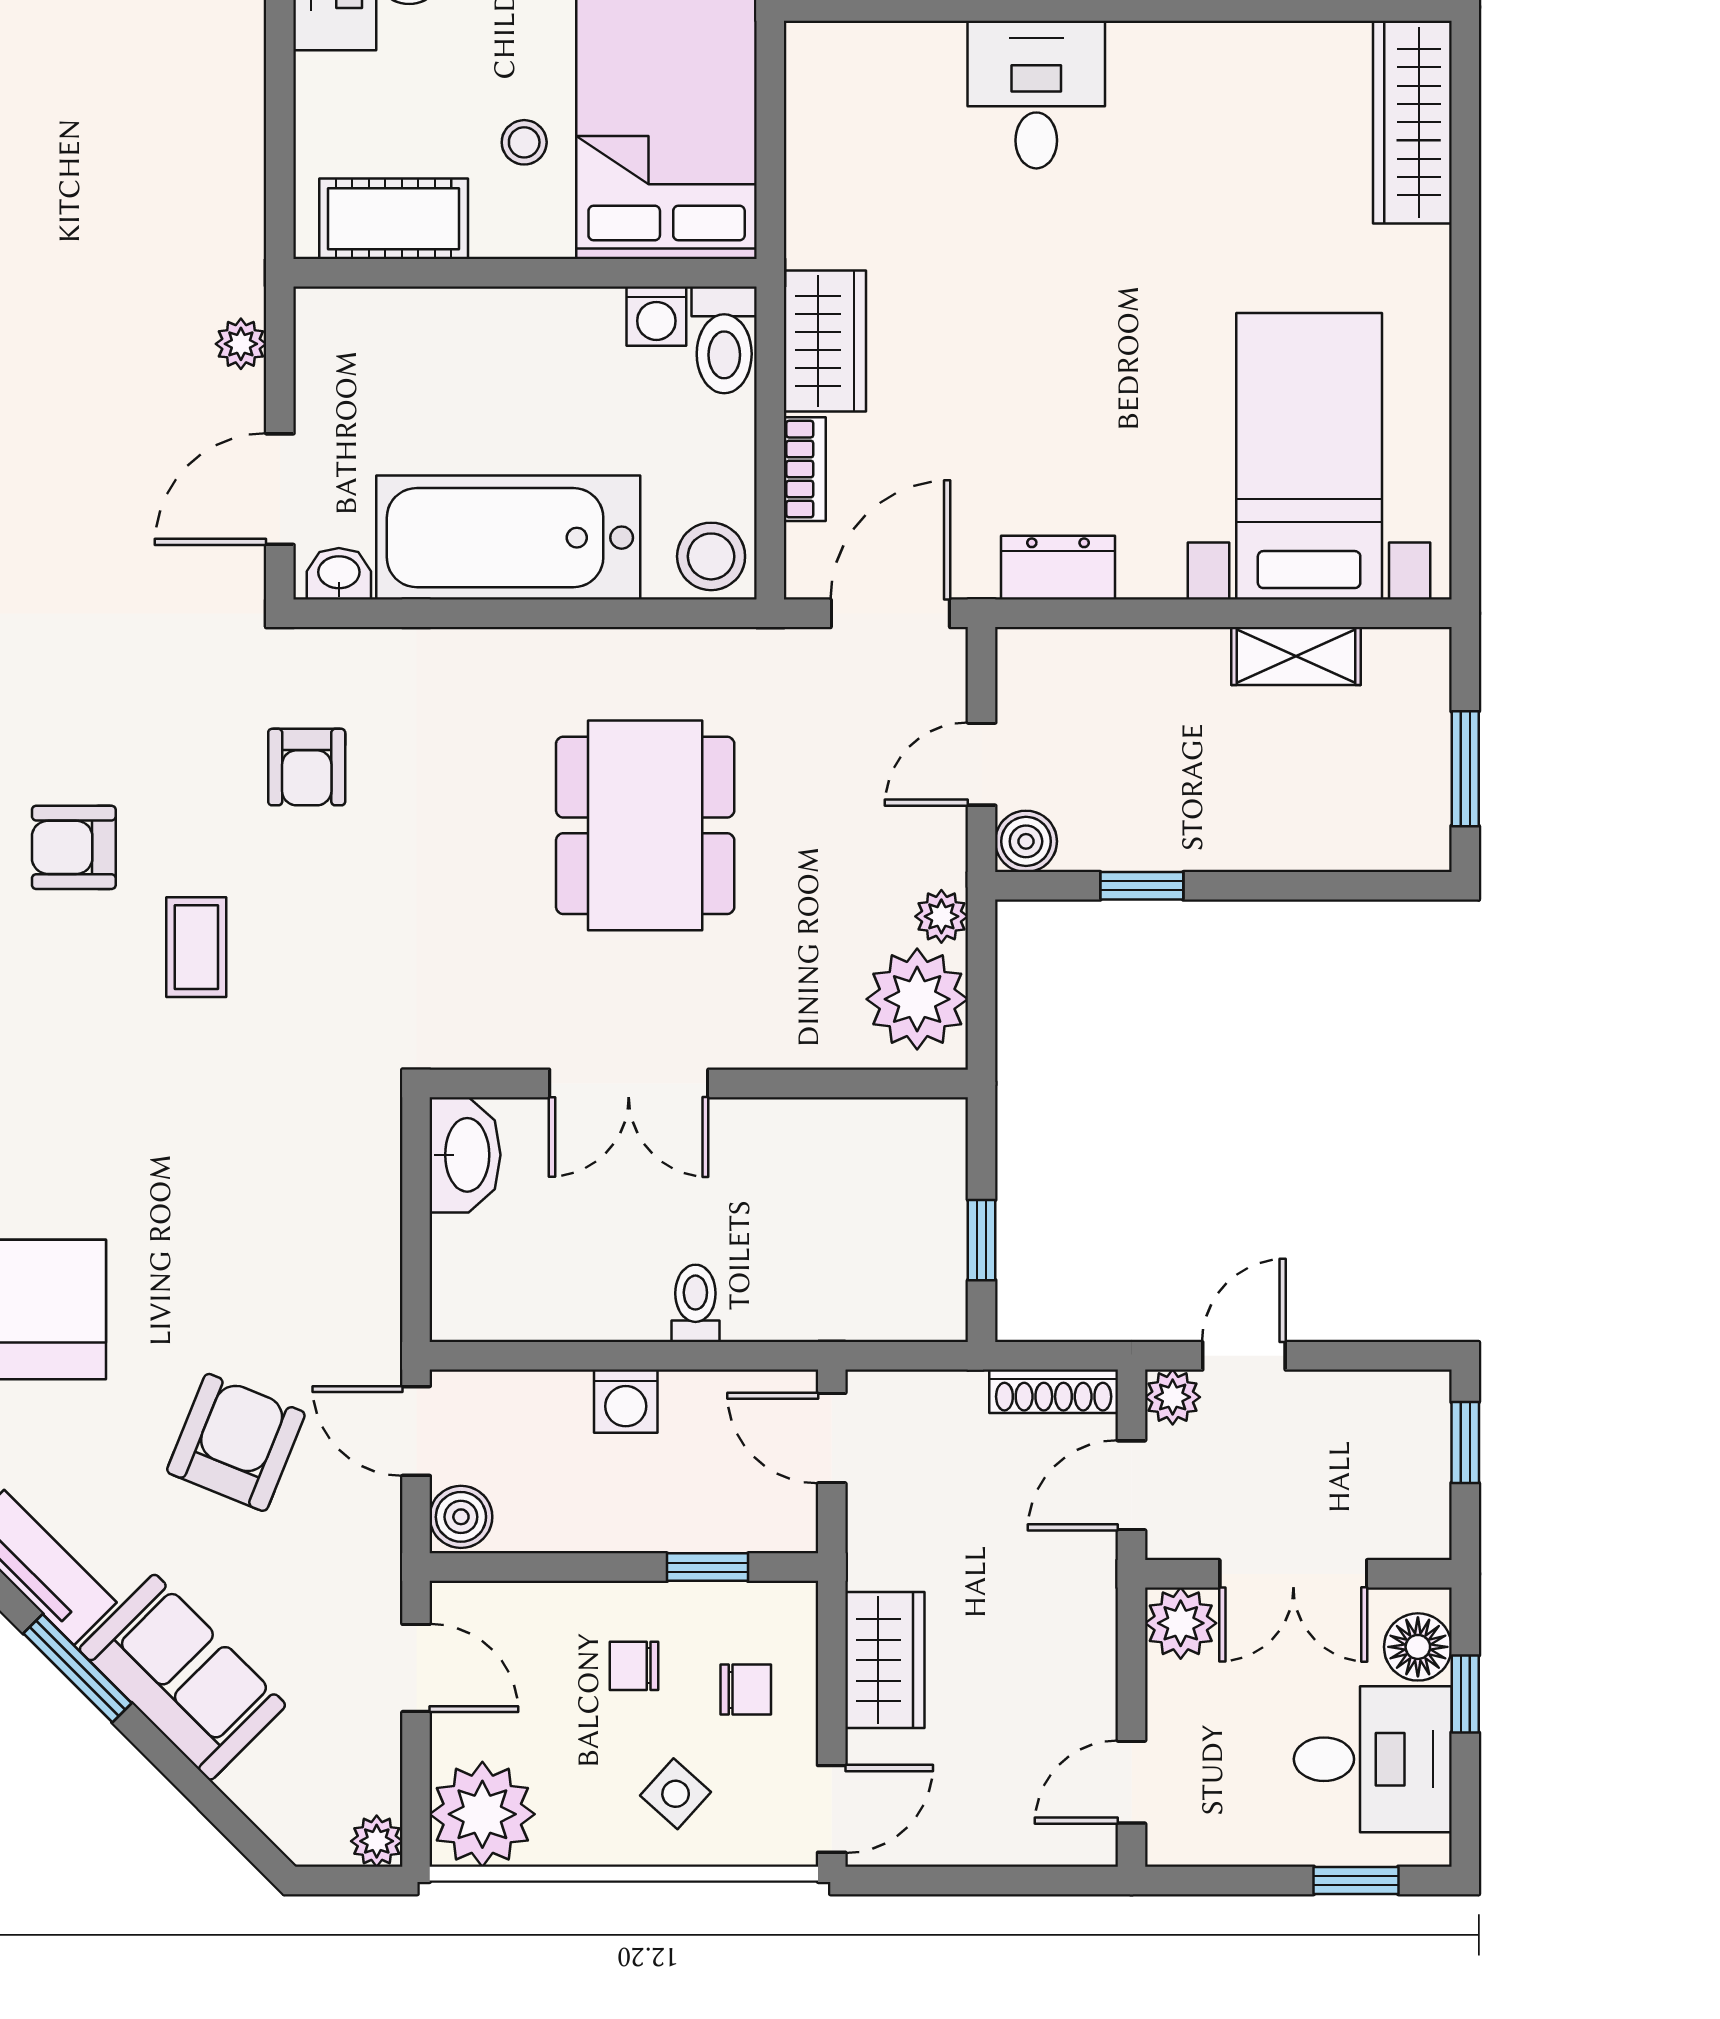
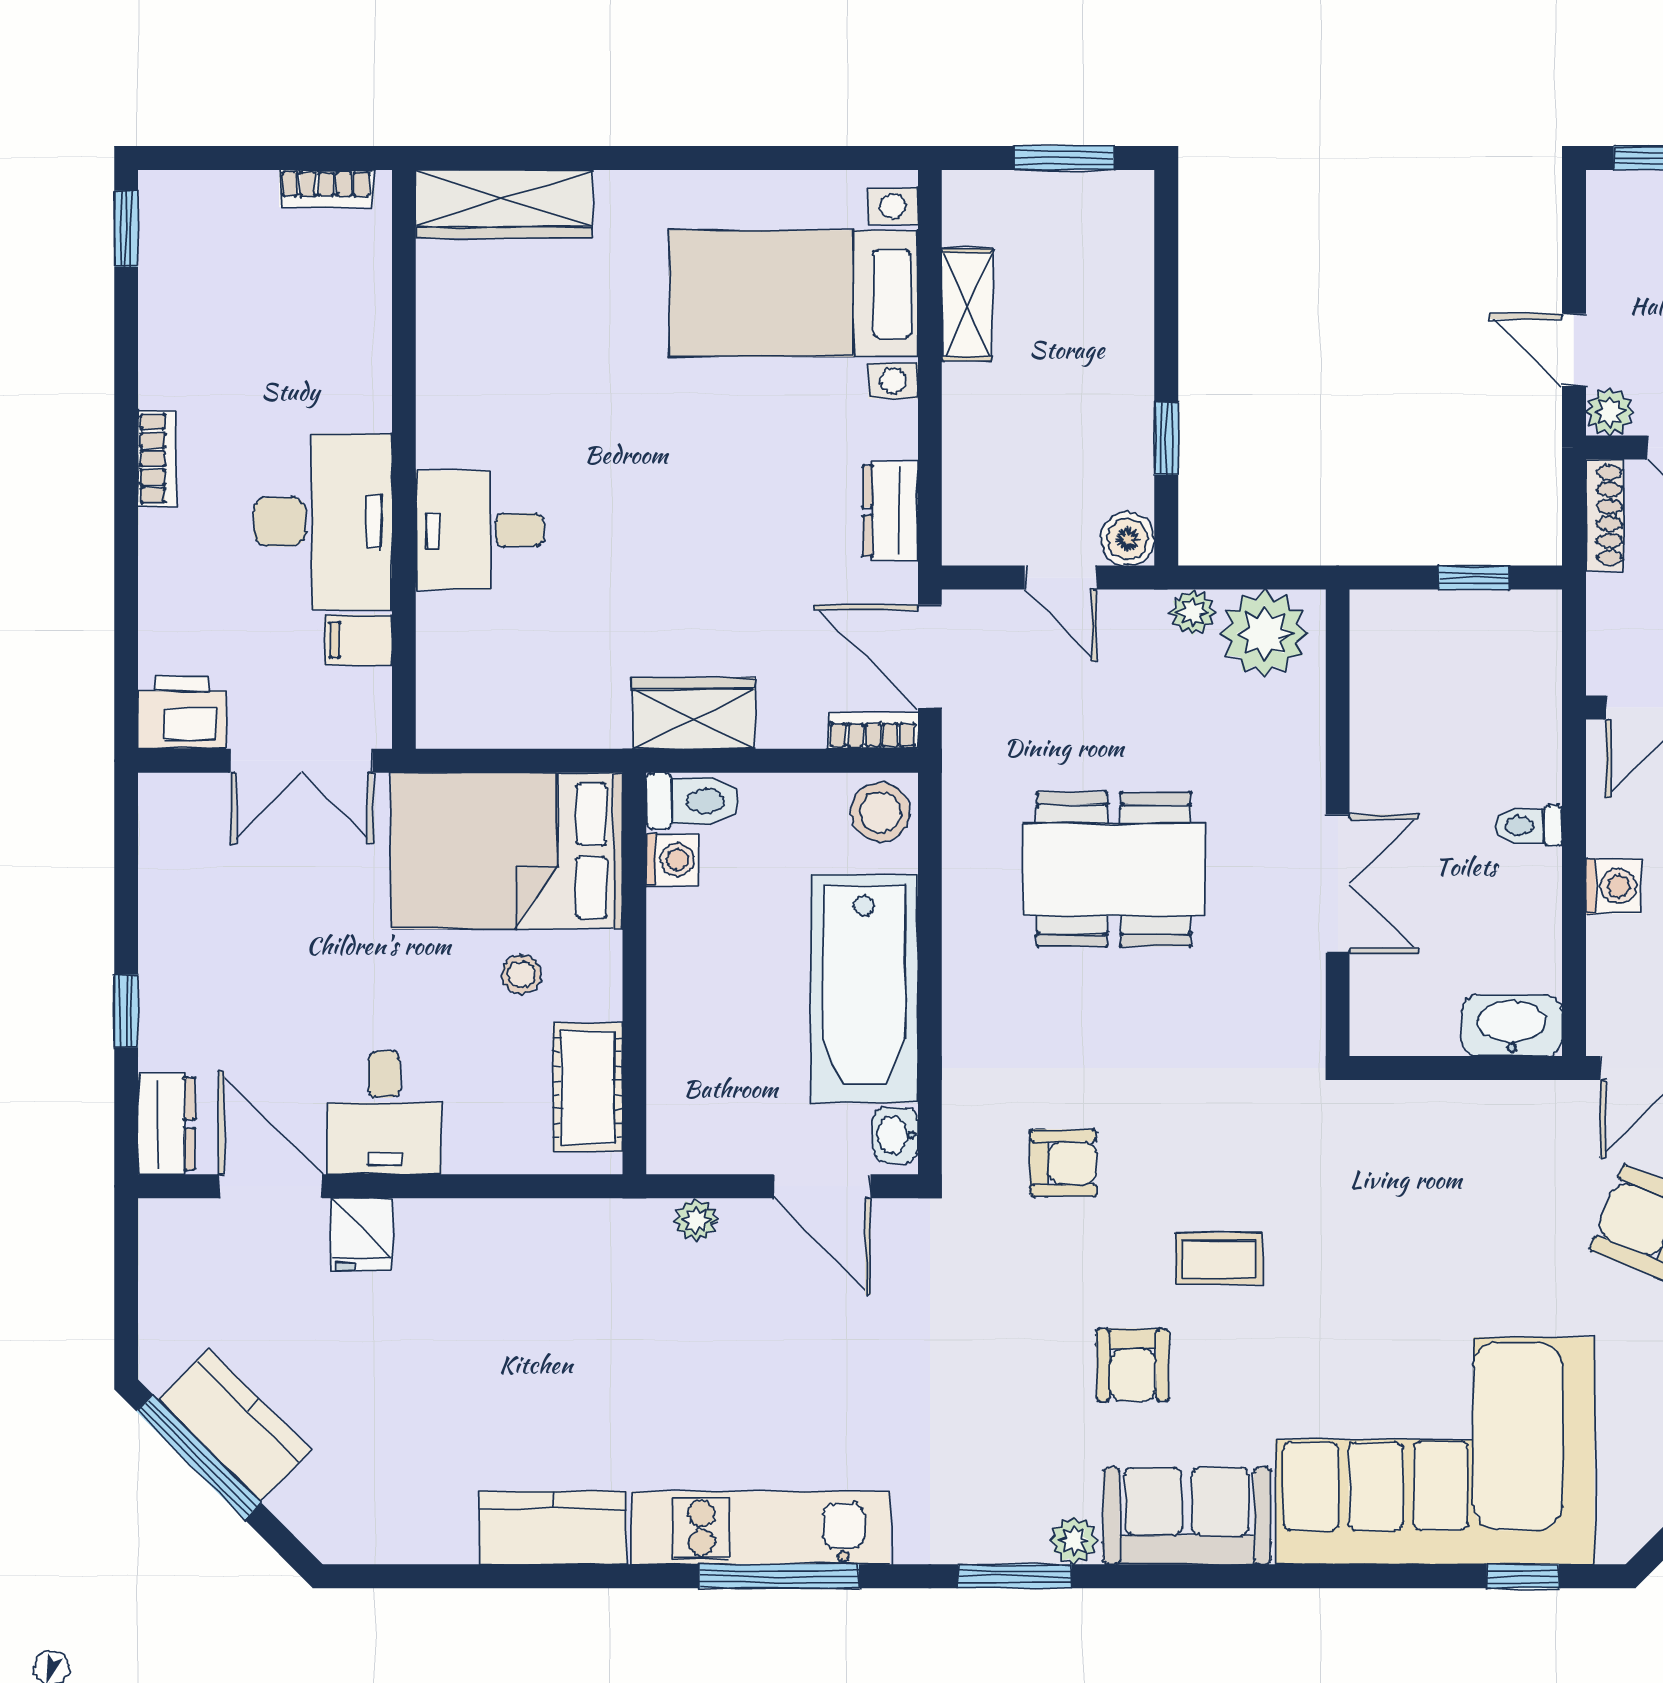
bookcase: (805, 469) -> (873, 731), moved
washbasin: (465, 1155) -> (1512, 1026), moved

